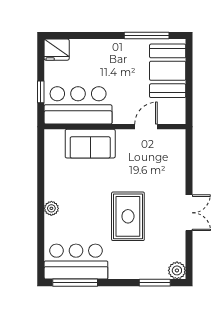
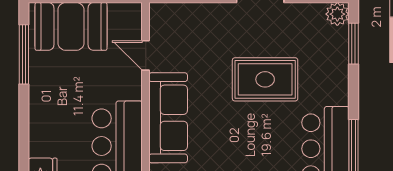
sofa: (90, 144) -> (168, 118), width x1.36

